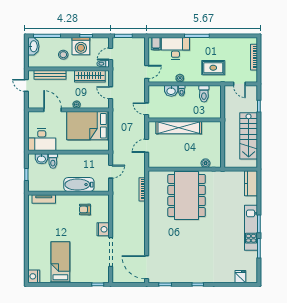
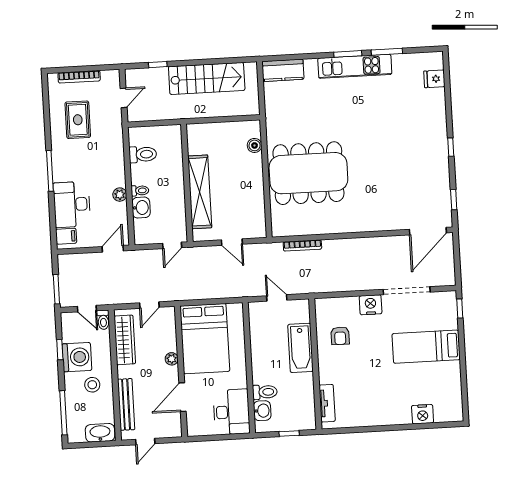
washbasin: (33, 46) -> (100, 433), moved
rug: (213, 68) -> (78, 120), moved
door: (147, 72) -> (113, 249), hinge flipped
bed: (60, 262) -> (426, 347), moved
nightstand: (34, 276) -> (423, 414), moved

